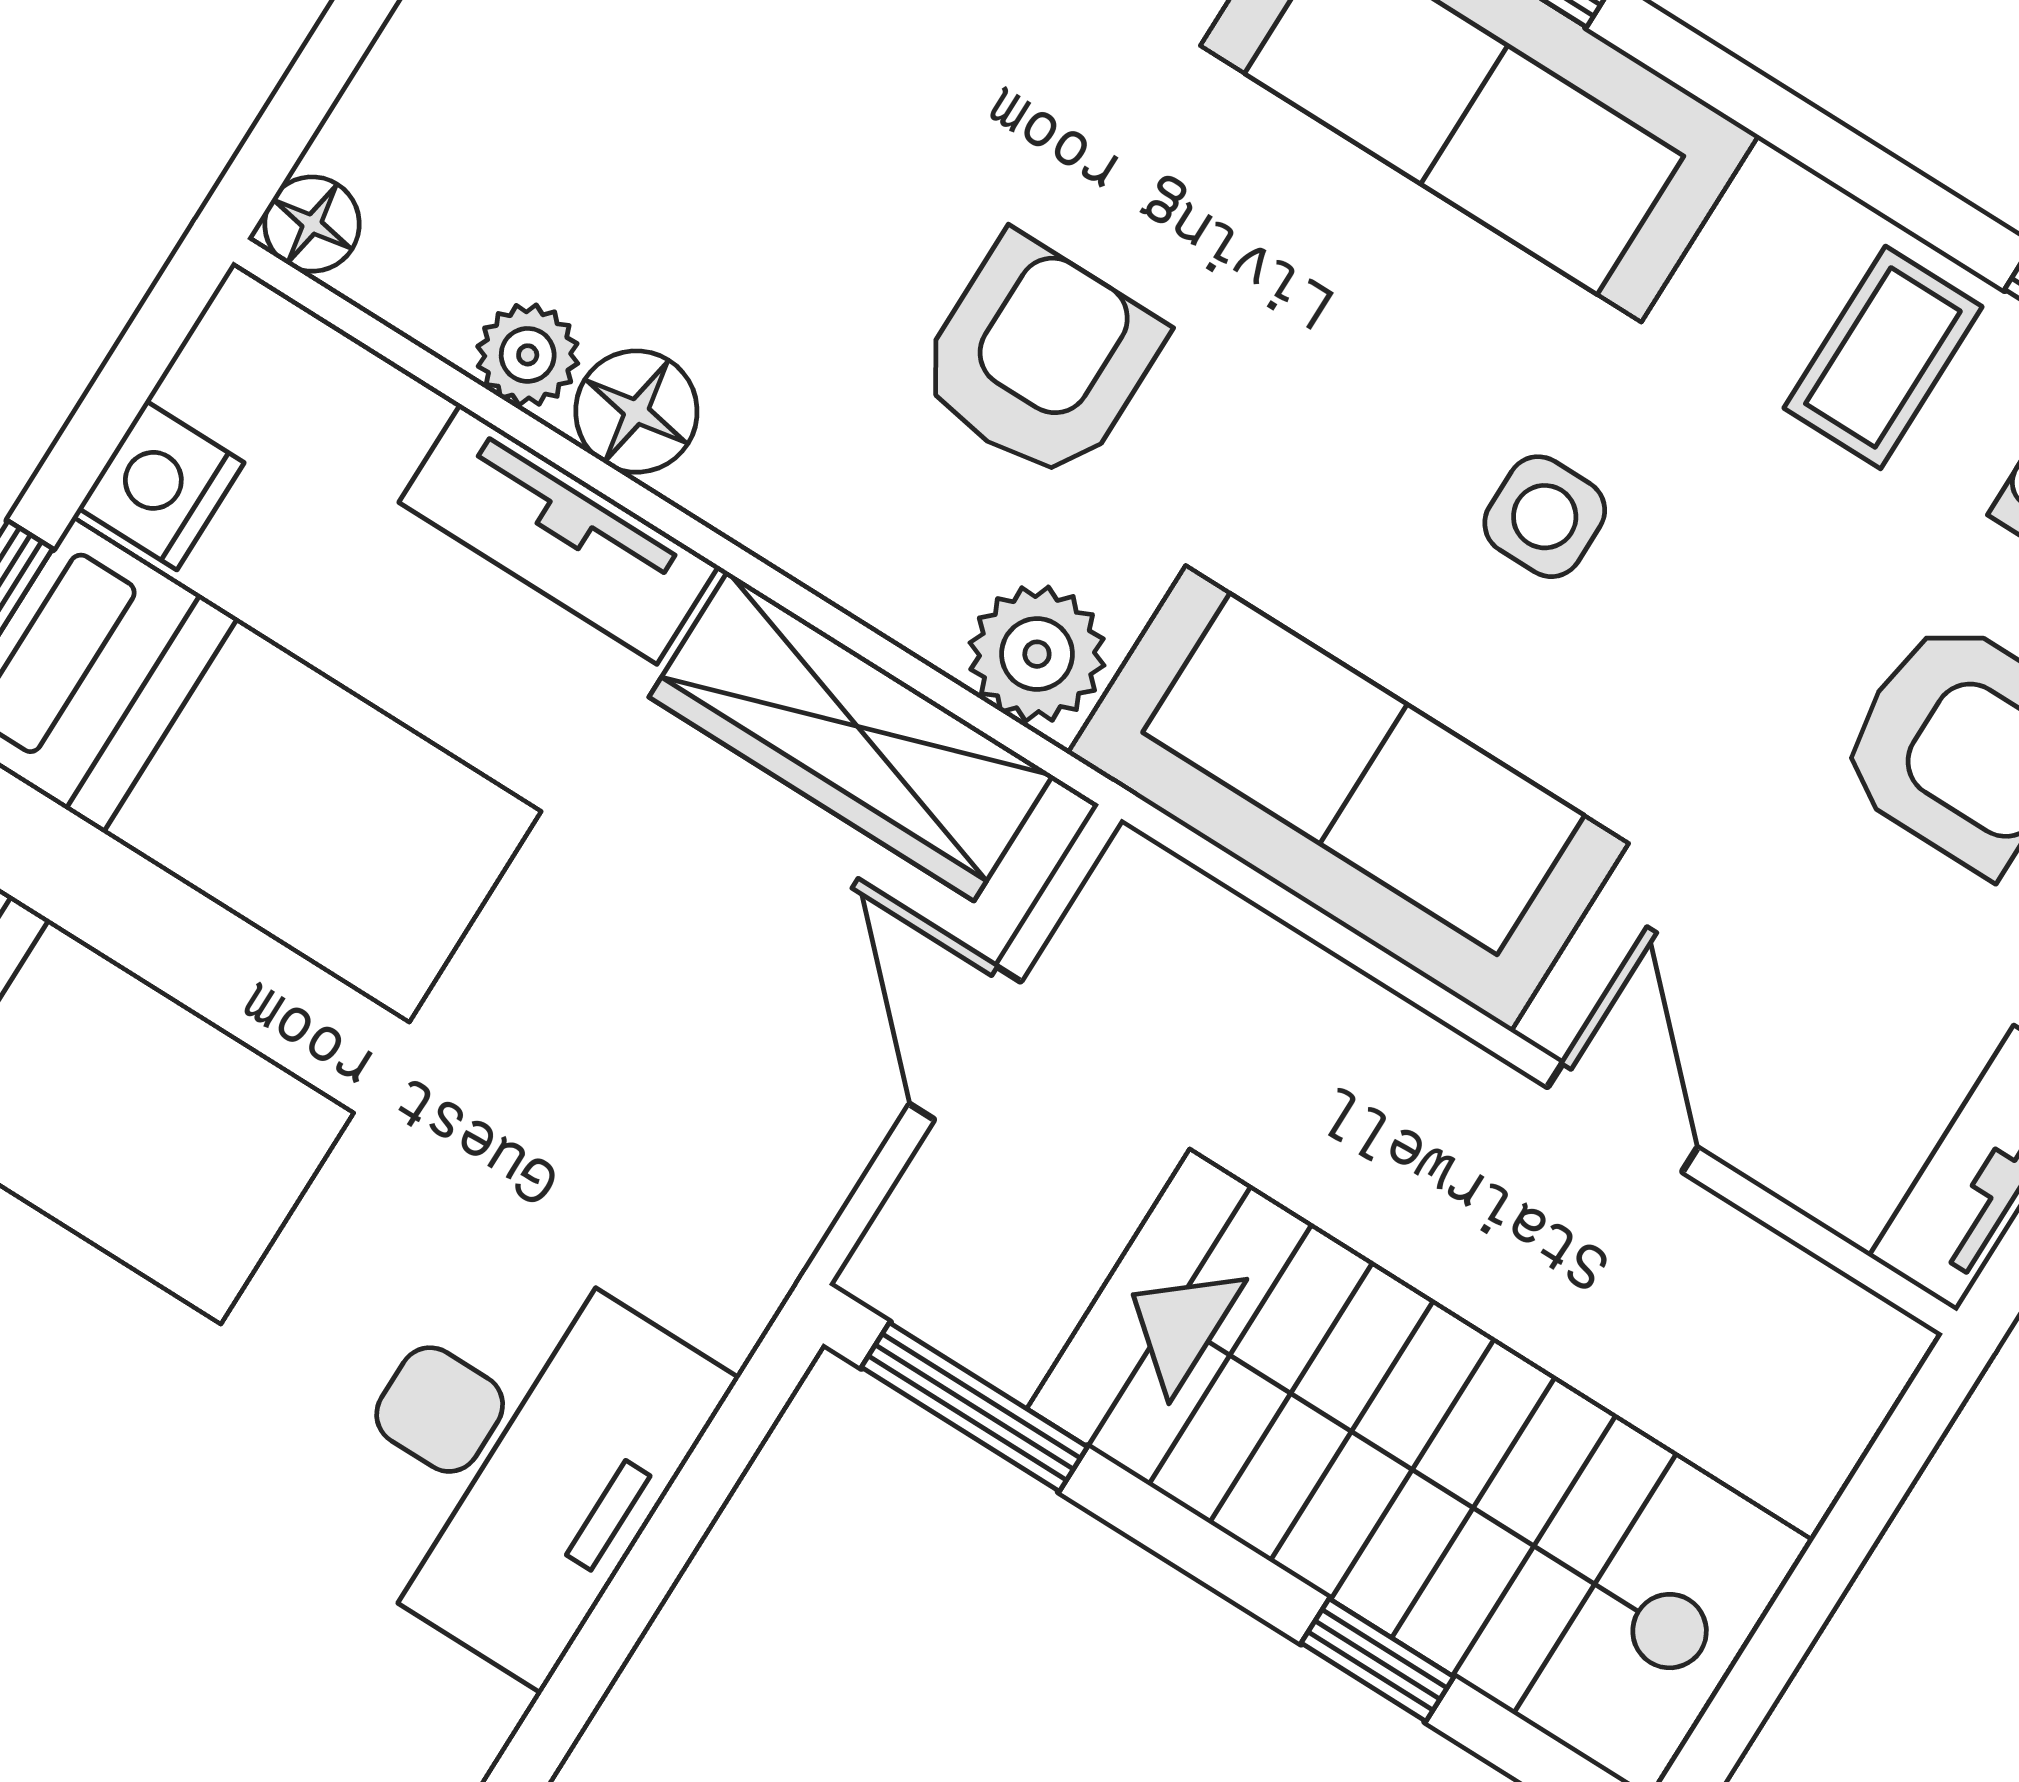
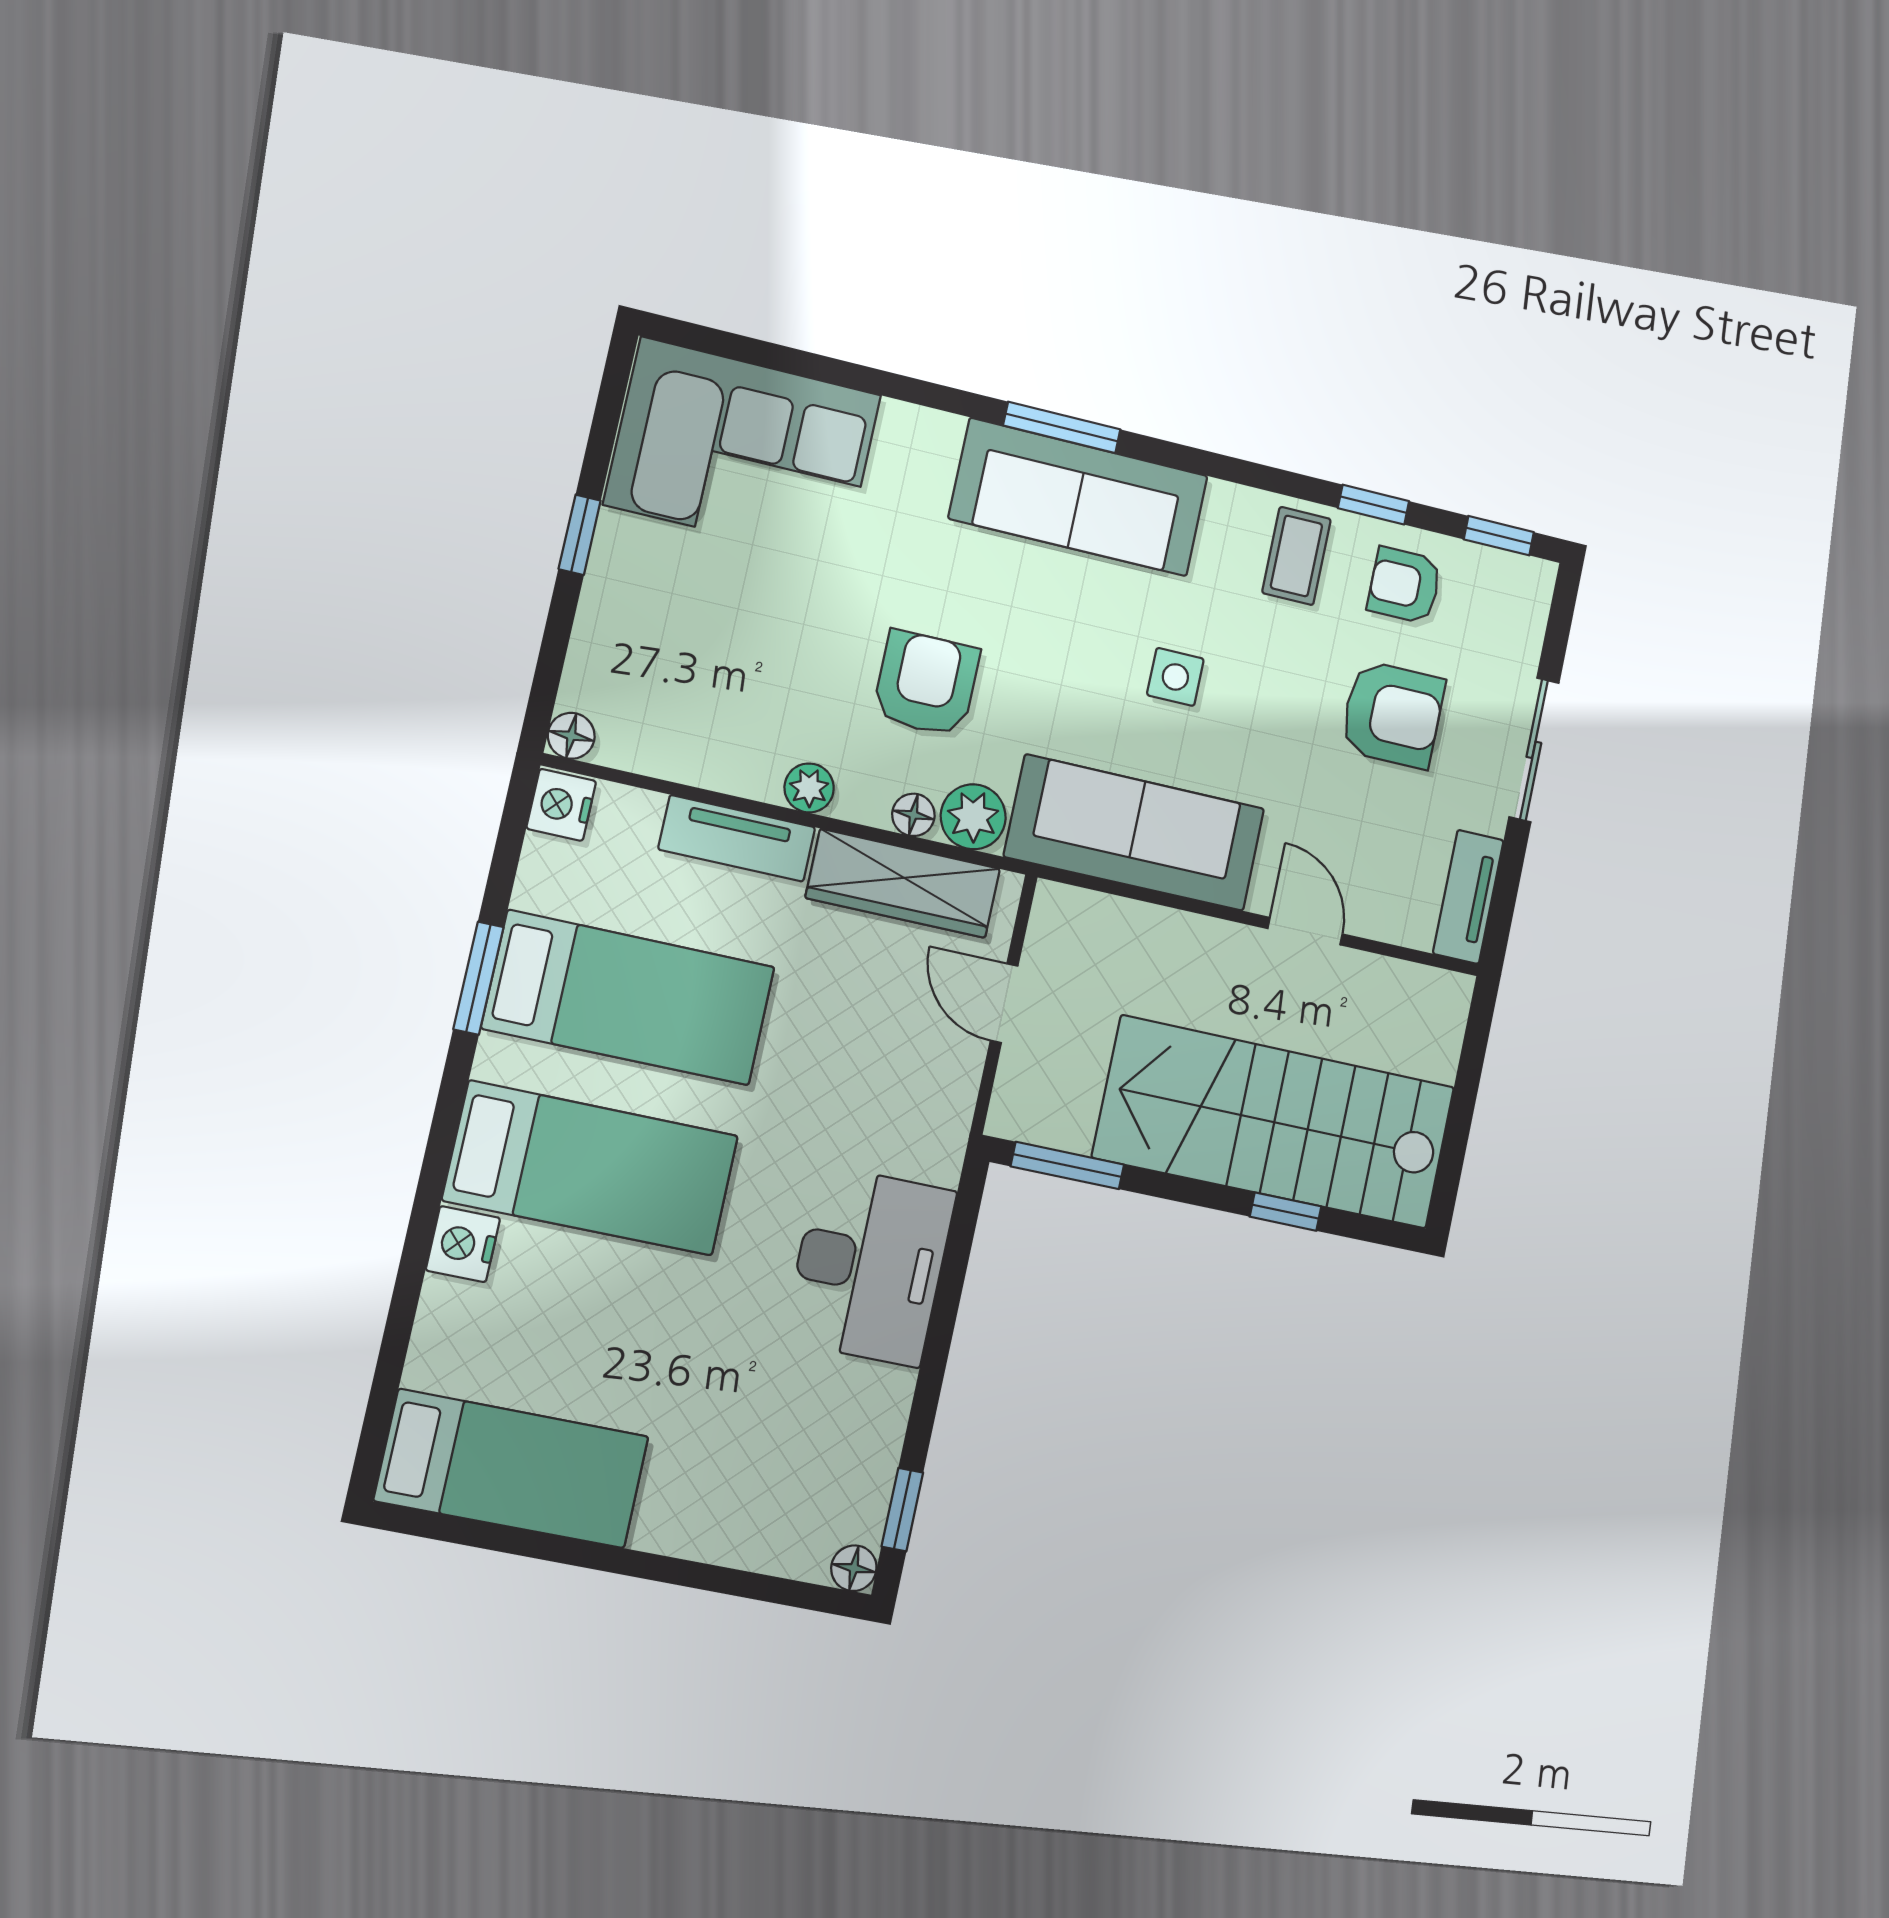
plant: (528, 355) -> (809, 788), moved
floor lamp: (636, 412) -> (913, 815), moved, width x0.73, depth x0.73
nightstand: (161, 485) -> (561, 805), moved

